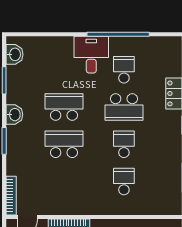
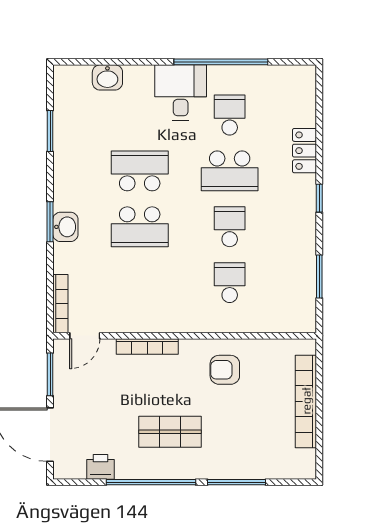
washbasin: (15, 54) -> (107, 77), moved, turned 90
washbasin: (14, 115) -> (65, 227), moved
school desk: (64, 144) -> (140, 227), turned 180

